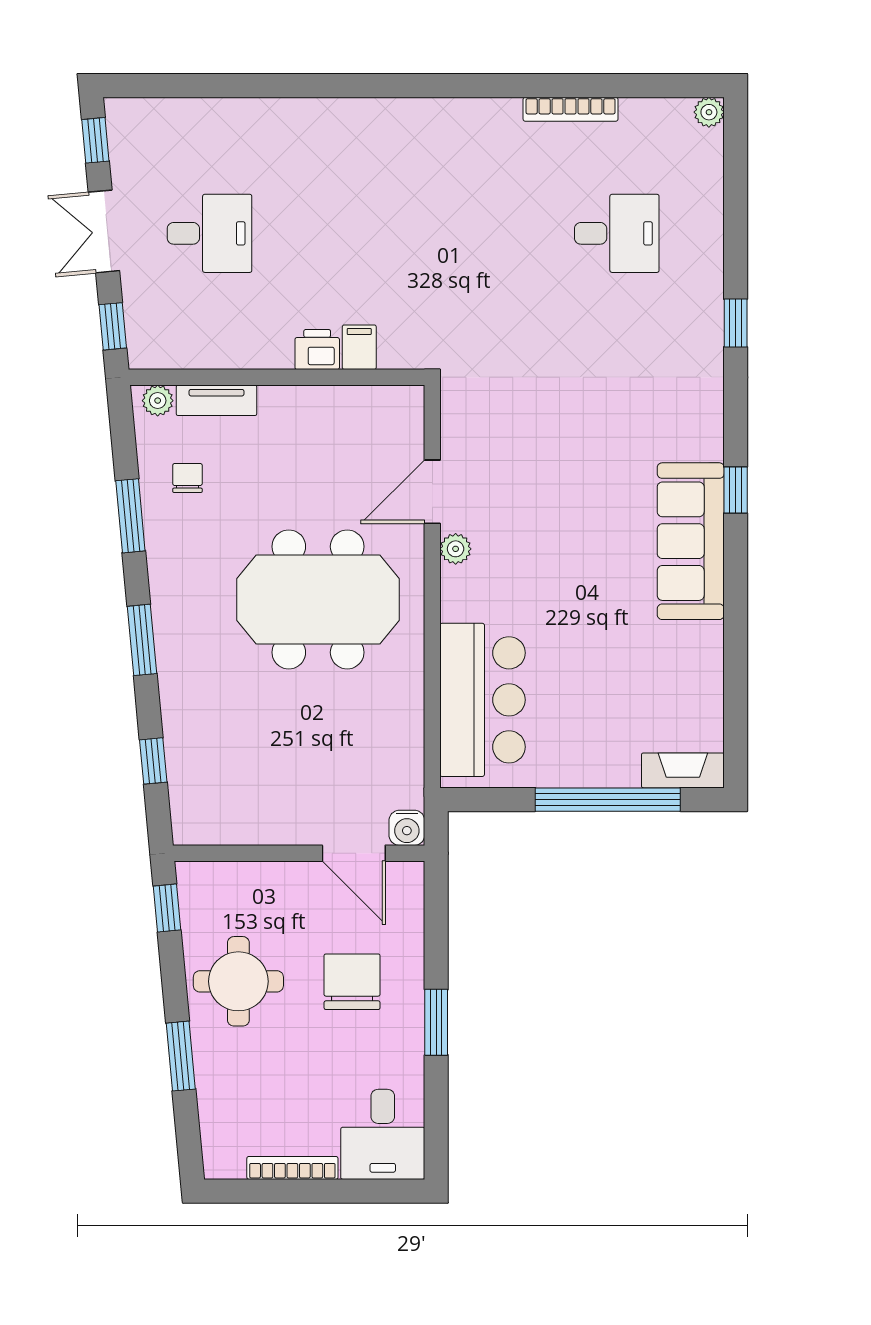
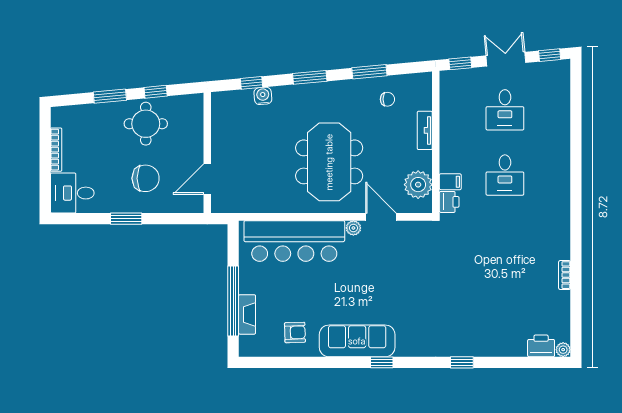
bookcase: (571, 109) -> (565, 275), width x0.64
printer: (701, 158) -> (541, 346), added
desk: (617, 233) -> (505, 175), moved
printer: (317, 349) -> (449, 202), moved
tv unit: (216, 400) -> (425, 130), moved
plant: (158, 401) -> (418, 185), moved, width x1.87, depth x1.87
armchair: (673, 671) -> (295, 332), added
bar counter: (483, 700) -> (294, 241), width x1.36
fireplace: (683, 770) -> (247, 314), moved
water cooler: (407, 828) -> (263, 96), moved, turned 85
window: (167, 908) -> (156, 92), moved

